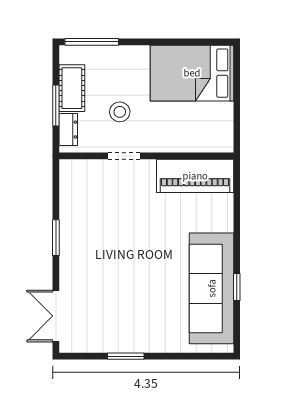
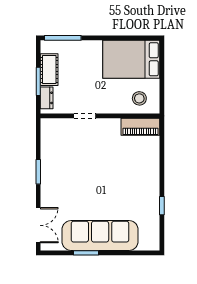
stool: (120, 112) -> (139, 98), moved
piano: (195, 176) -> (140, 127), width x0.73, depth x0.75
sofa: (212, 288) -> (100, 236), moved, turned 90
double door: (56, 316) -> (38, 225), swing flipped

